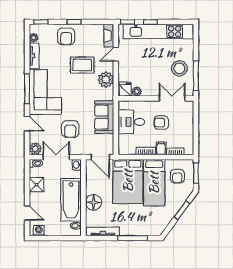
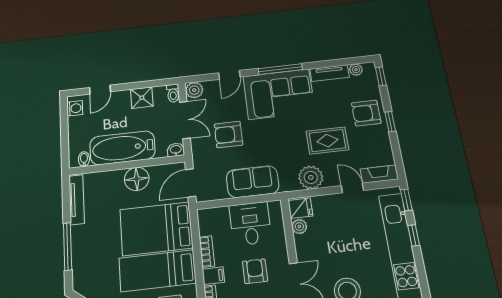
rug: (82, 65) -> (327, 141), turned 90
floor lamp: (94, 202) -> (137, 179), moved

